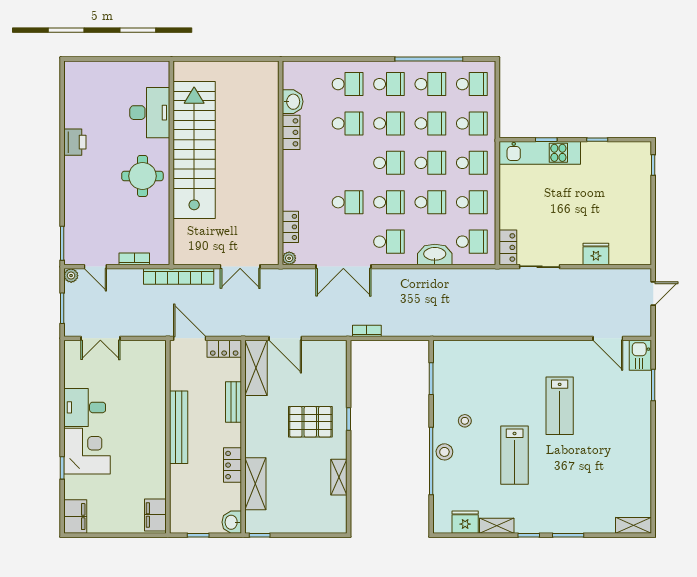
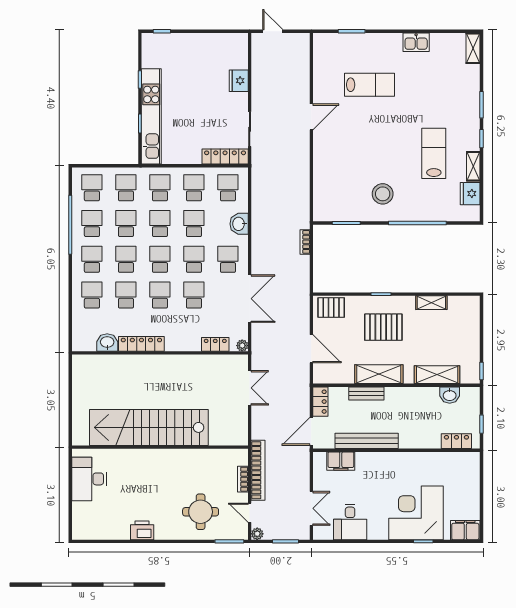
desk: (150, 113) -> (89, 479), moved, turned -90
locker: (291, 132) -> (141, 344), width x1.53
kitchen unit: (540, 153) -> (151, 116), width x1.36
school desk: (348, 163) -> (160, 295), added
round table: (142, 176) -> (201, 512), moved
locker: (508, 247) -> (225, 157), width x1.53
washbasin: (435, 254) -> (239, 224), width x0.72
door: (95, 267) -> (250, 513), swing flipped
bookcase: (179, 276) -> (258, 470), moved
bookcase: (367, 331) -> (305, 242), moved
door: (285, 338) -> (311, 349), hinge flipped
door: (608, 338) -> (311, 117), moved
kitchen sink: (640, 355) -> (416, 42), moved
pallet: (333, 361) -> (331, 308), added
shelving: (256, 368) -> (379, 374), moved
lab bench: (560, 406) -> (370, 85), moved
desk: (85, 407) -> (350, 522), moved
stool: (465, 421) -> (383, 194), width x1.89, depth x1.89
pallet: (310, 422) -> (383, 327), turned 90
bench: (179, 427) -> (367, 441), moved
corner desk: (87, 451) -> (416, 513), width x1.36, depth x1.36
stool: (444, 452) -> (410, 211), removed
lab bench: (515, 455) -> (434, 153), moved, turned -90
locker: (232, 465) -> (456, 441), moved, turned 180
filing cabinet: (155, 515) -> (341, 461), moved
washbasin: (232, 522) -> (450, 395), moved

